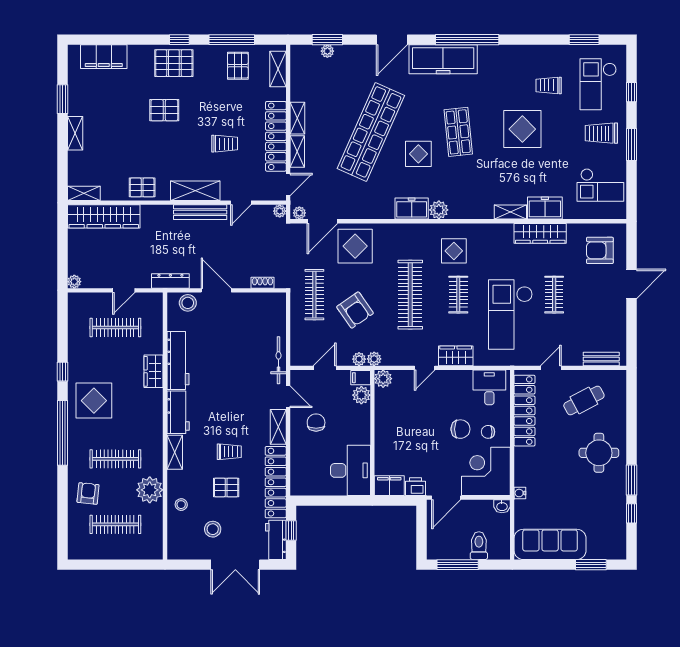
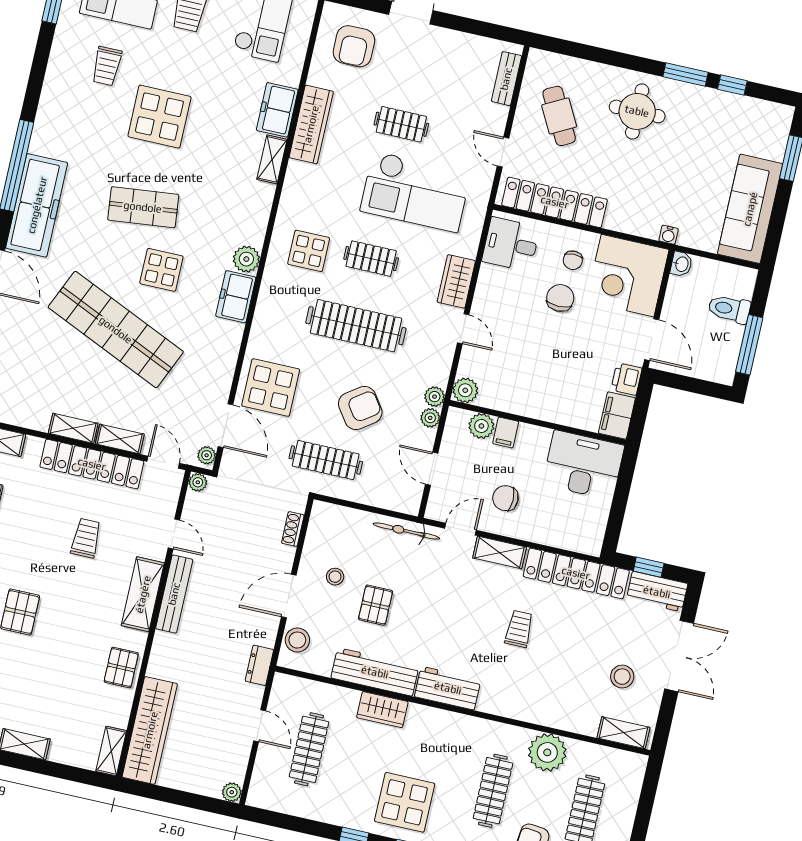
dresser: (170, 281) -> (259, 665), width x0.70
filing cabinet: (361, 378) -> (506, 433), moved
shelving: (175, 452) -> (623, 733), moved
pallet: (226, 487) -> (376, 605), moved
stool: (181, 505) -> (335, 577), moved

